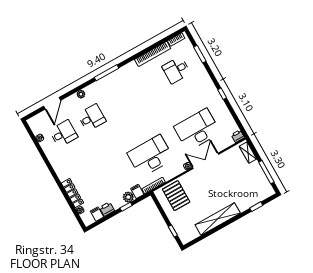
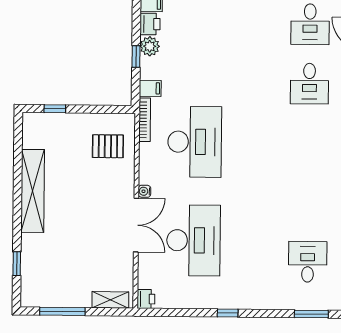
pallet: (176, 196) -> (108, 146), width x0.67, depth x0.71
plant: (128, 197) -> (150, 46), moved

